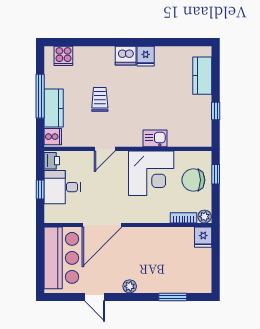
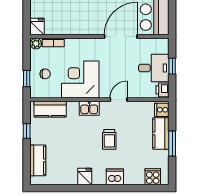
dishwasher: (126, 56) -> (115, 177), moved
window: (40, 96) -> (172, 143), width x0.69
trolley: (100, 99) -> (109, 139), moved
kitchen counter: (187, 137) -> (50, 109), added
kitchen sink: (155, 138) -> (89, 108), moved
chair: (193, 180) -> (45, 74), width x0.54, depth x0.54

